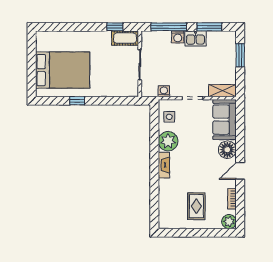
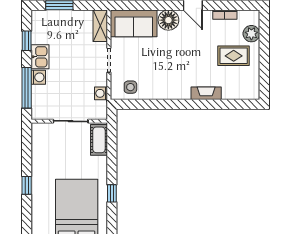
window: (115, 27) -> (27, 185), moved
window: (209, 27) -> (27, 41), width x0.67
cot: (125, 38) -> (99, 140), moved
plant: (168, 141) -> (159, 88), removed
fireplace: (164, 165) -> (206, 93), moved
plant: (229, 222) -> (251, 34), moved

